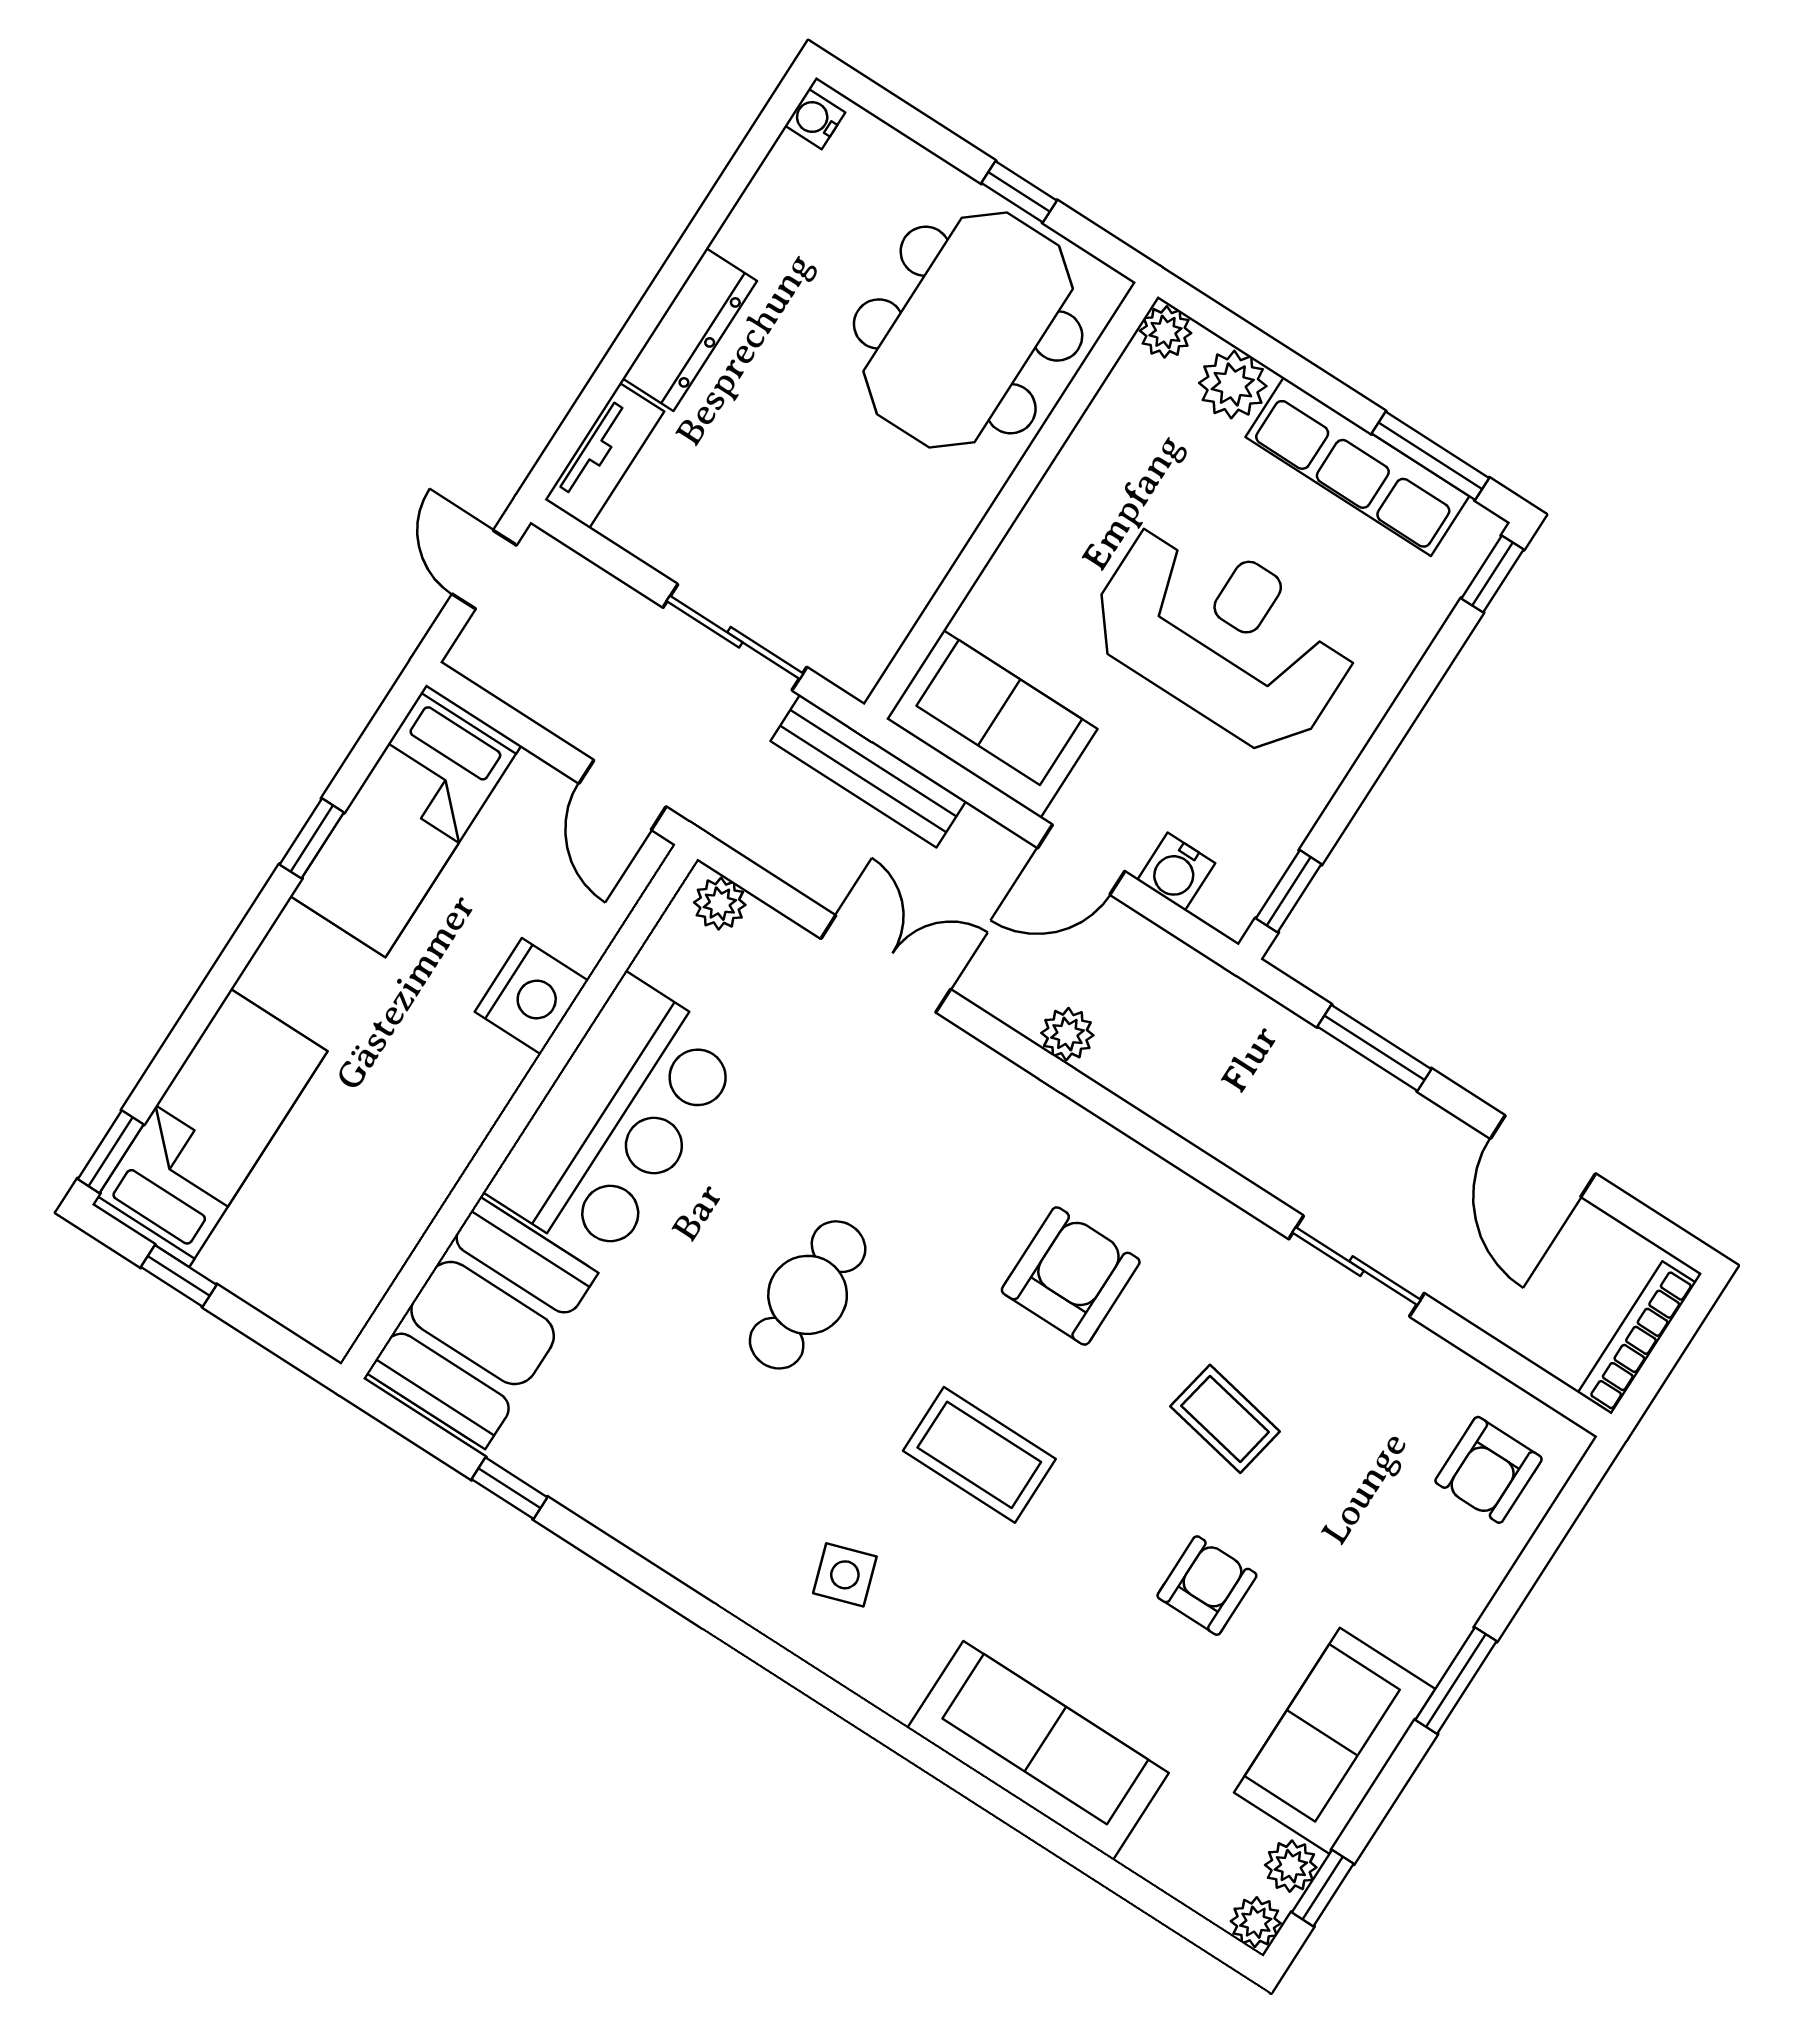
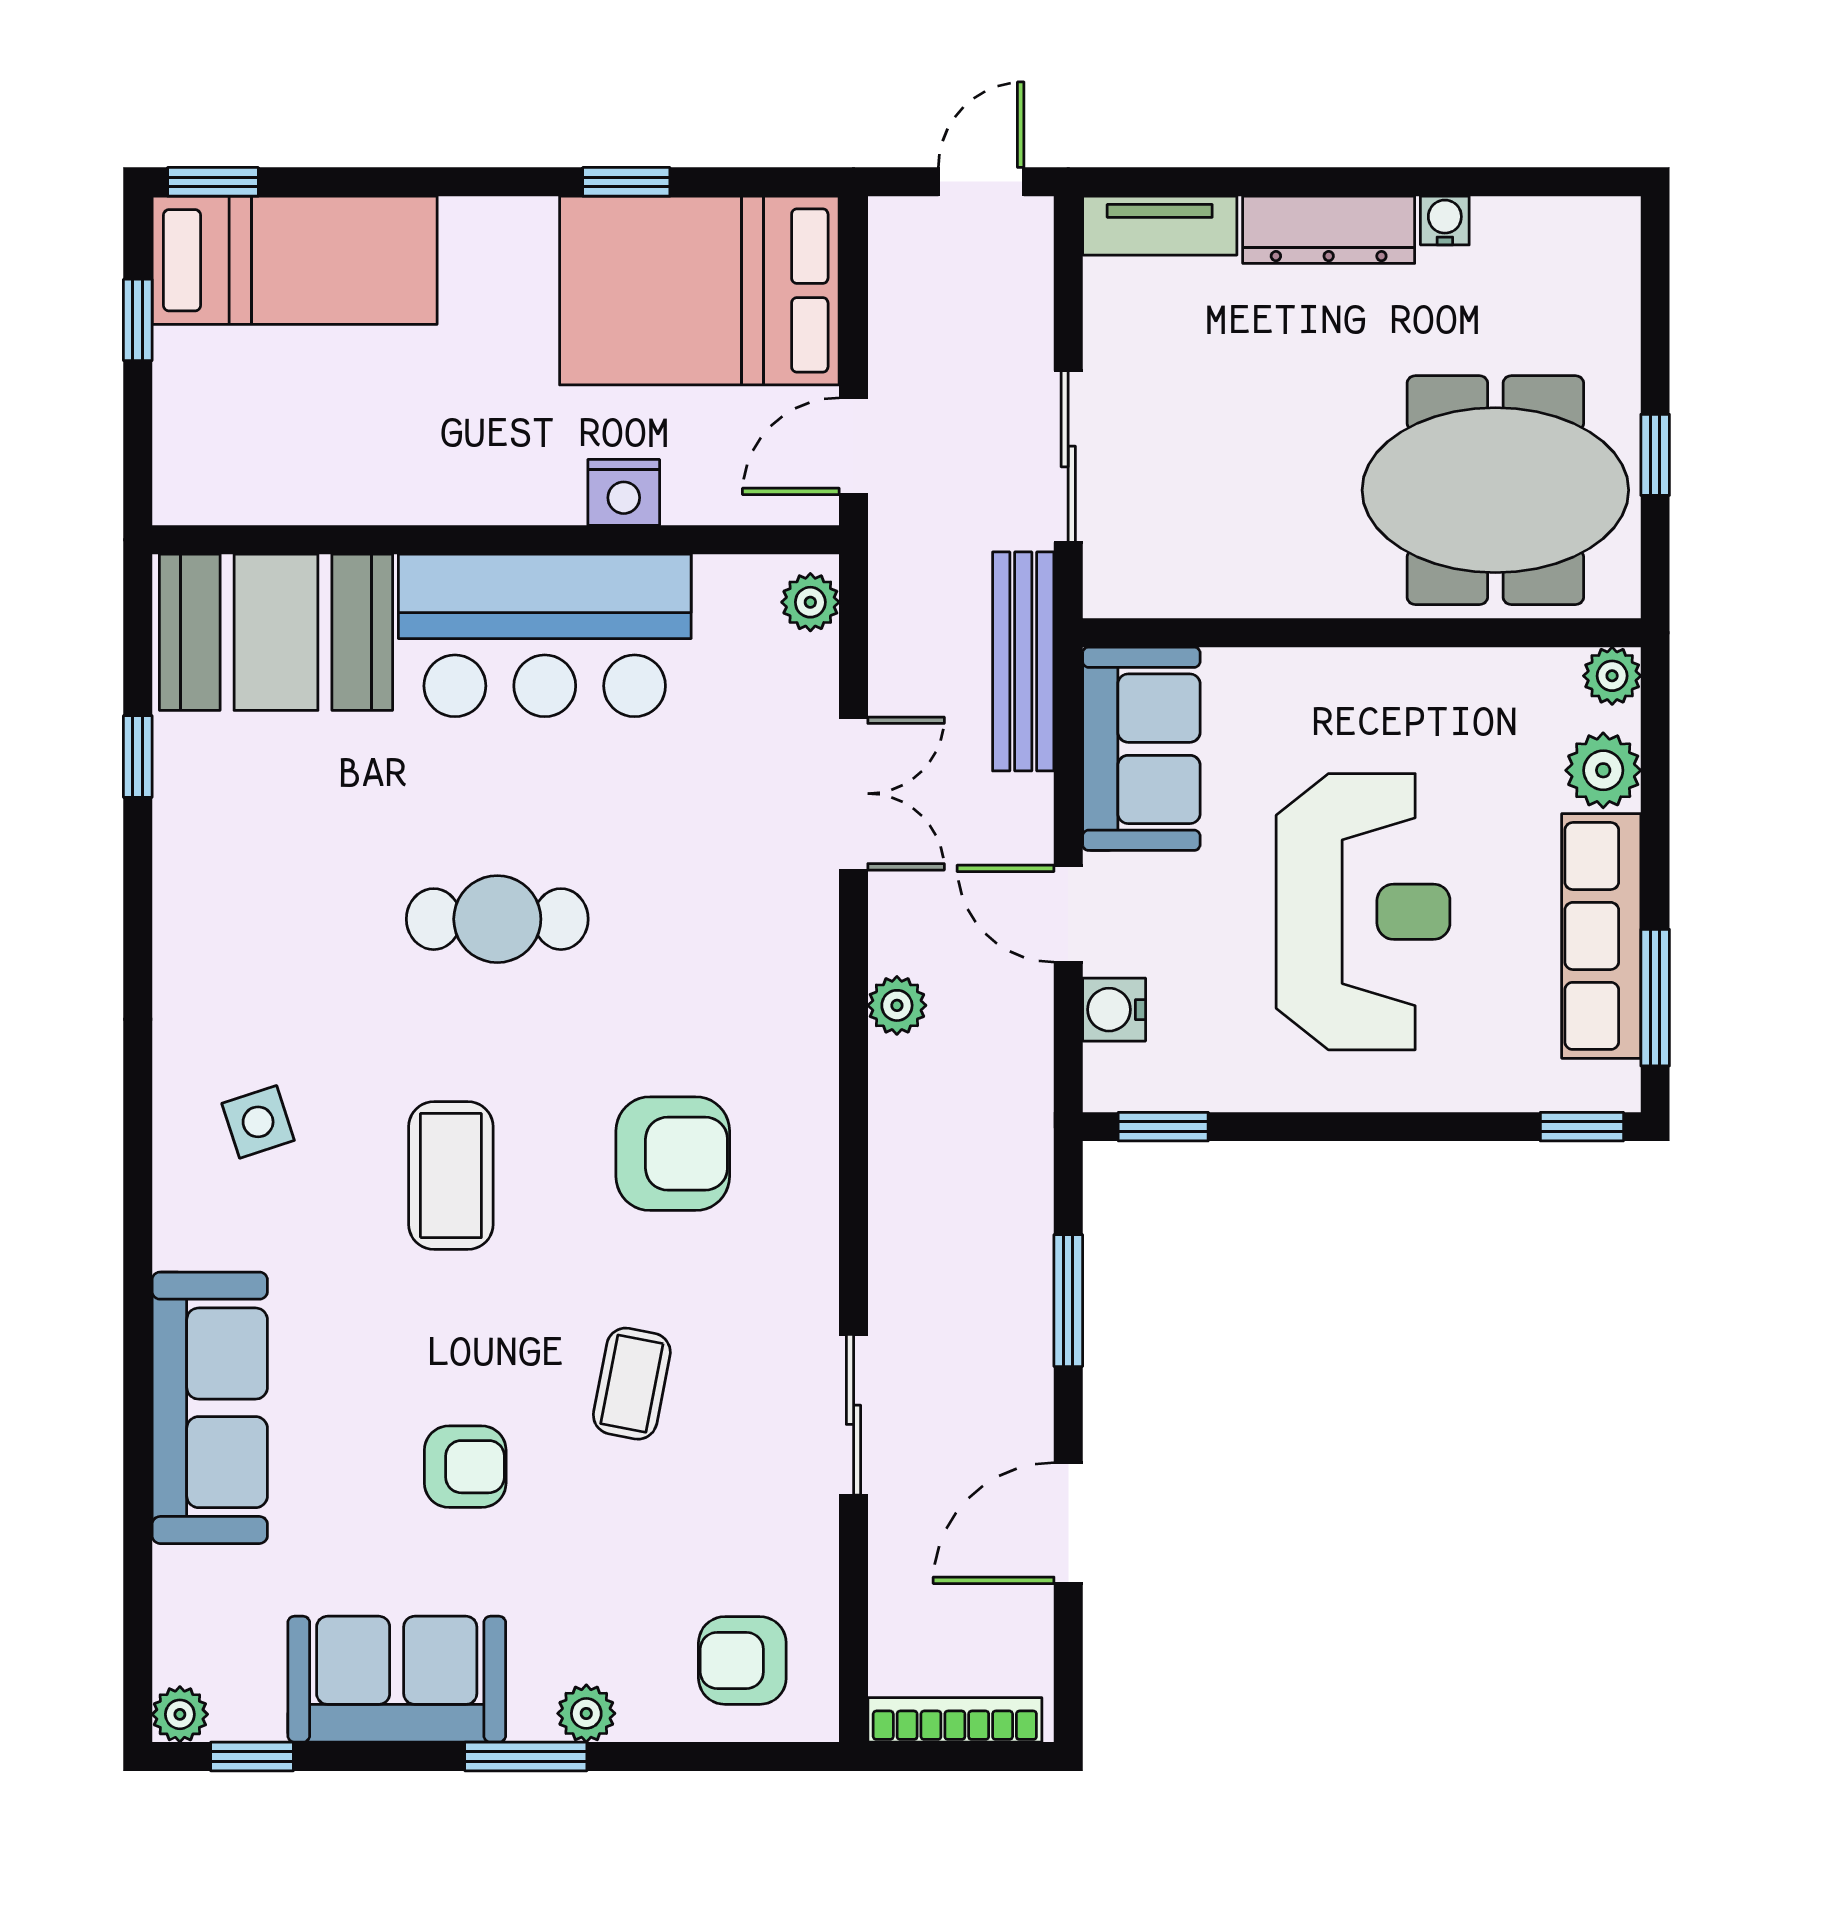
water cooler: (815, 119) -> (1445, 221), moved
bed: (406, 821) -> (699, 291), width x1.50
nightstand: (531, 996) -> (624, 492), width x0.74, depth x0.75
plant: (1291, 1866) -> (586, 1713), moved

